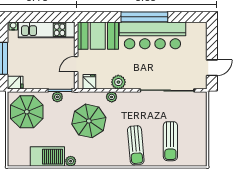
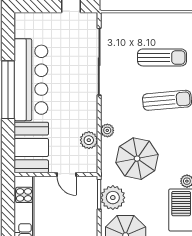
fridge: (89, 82) -> (88, 158), removed
plant: (118, 82) -> (89, 140), moved
plant: (57, 97) -> (113, 198), width x1.88, depth x1.88

